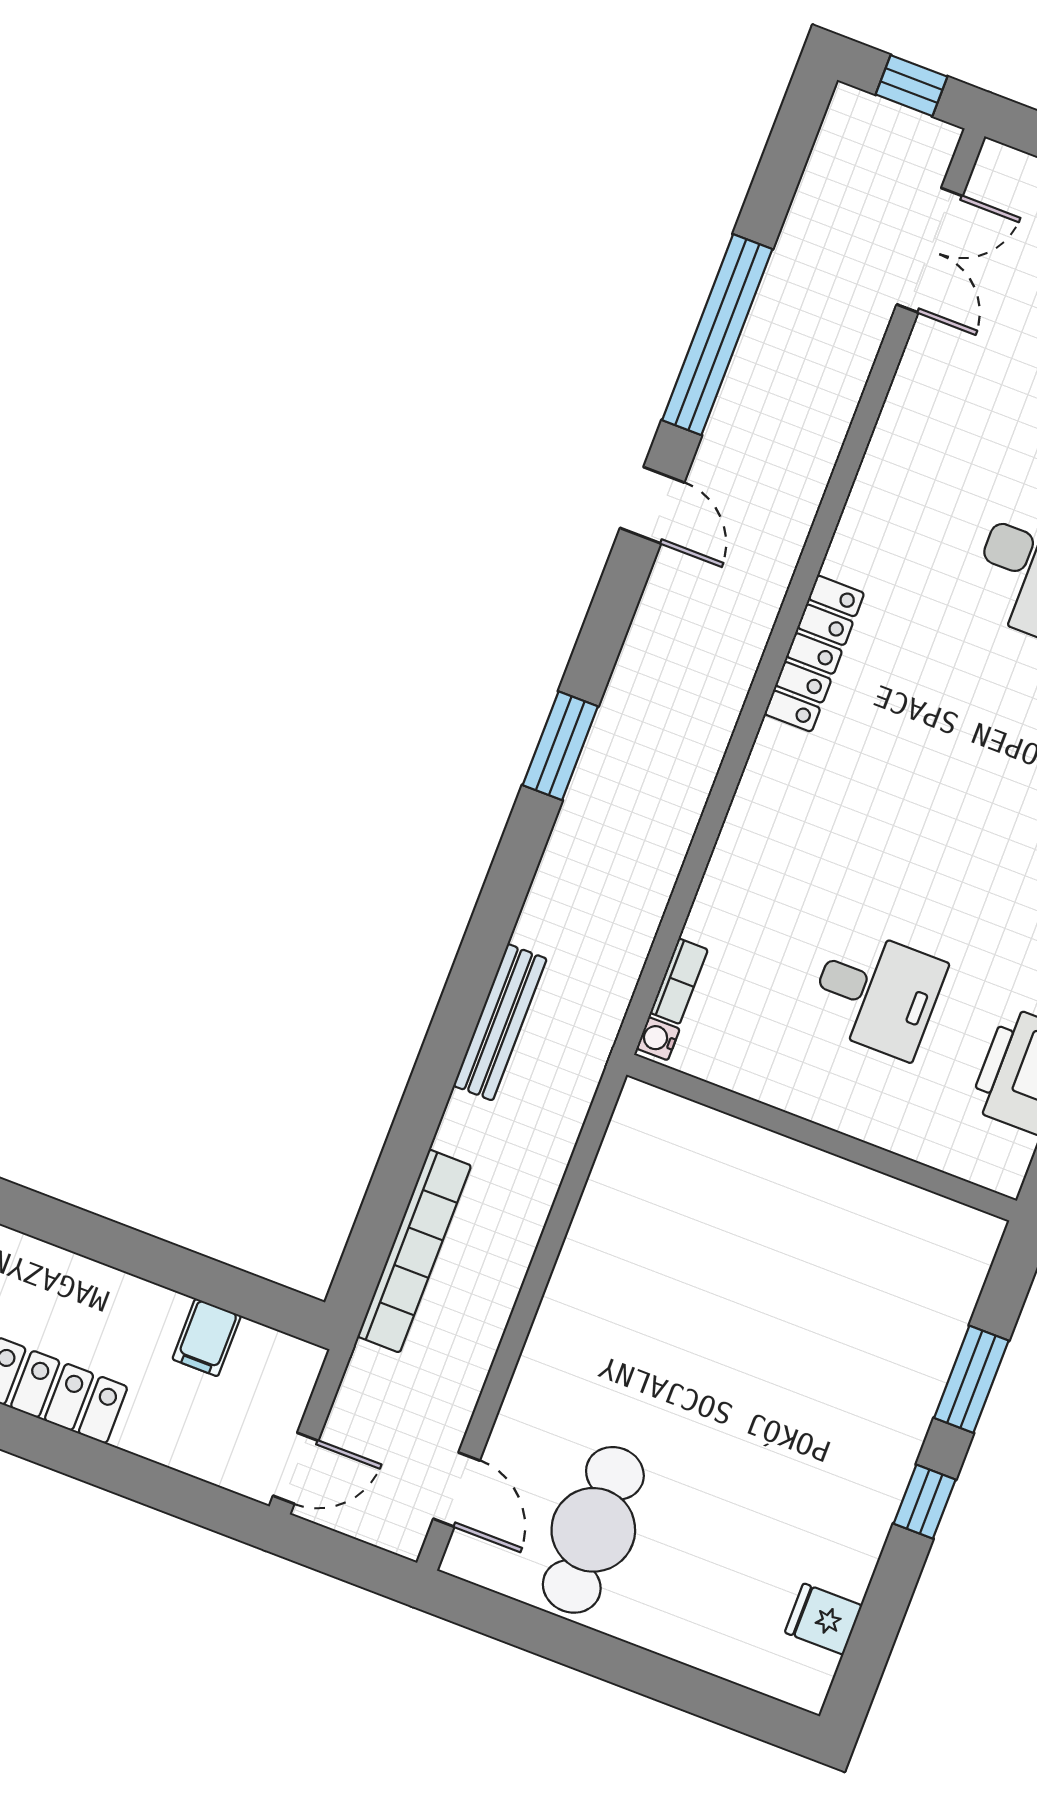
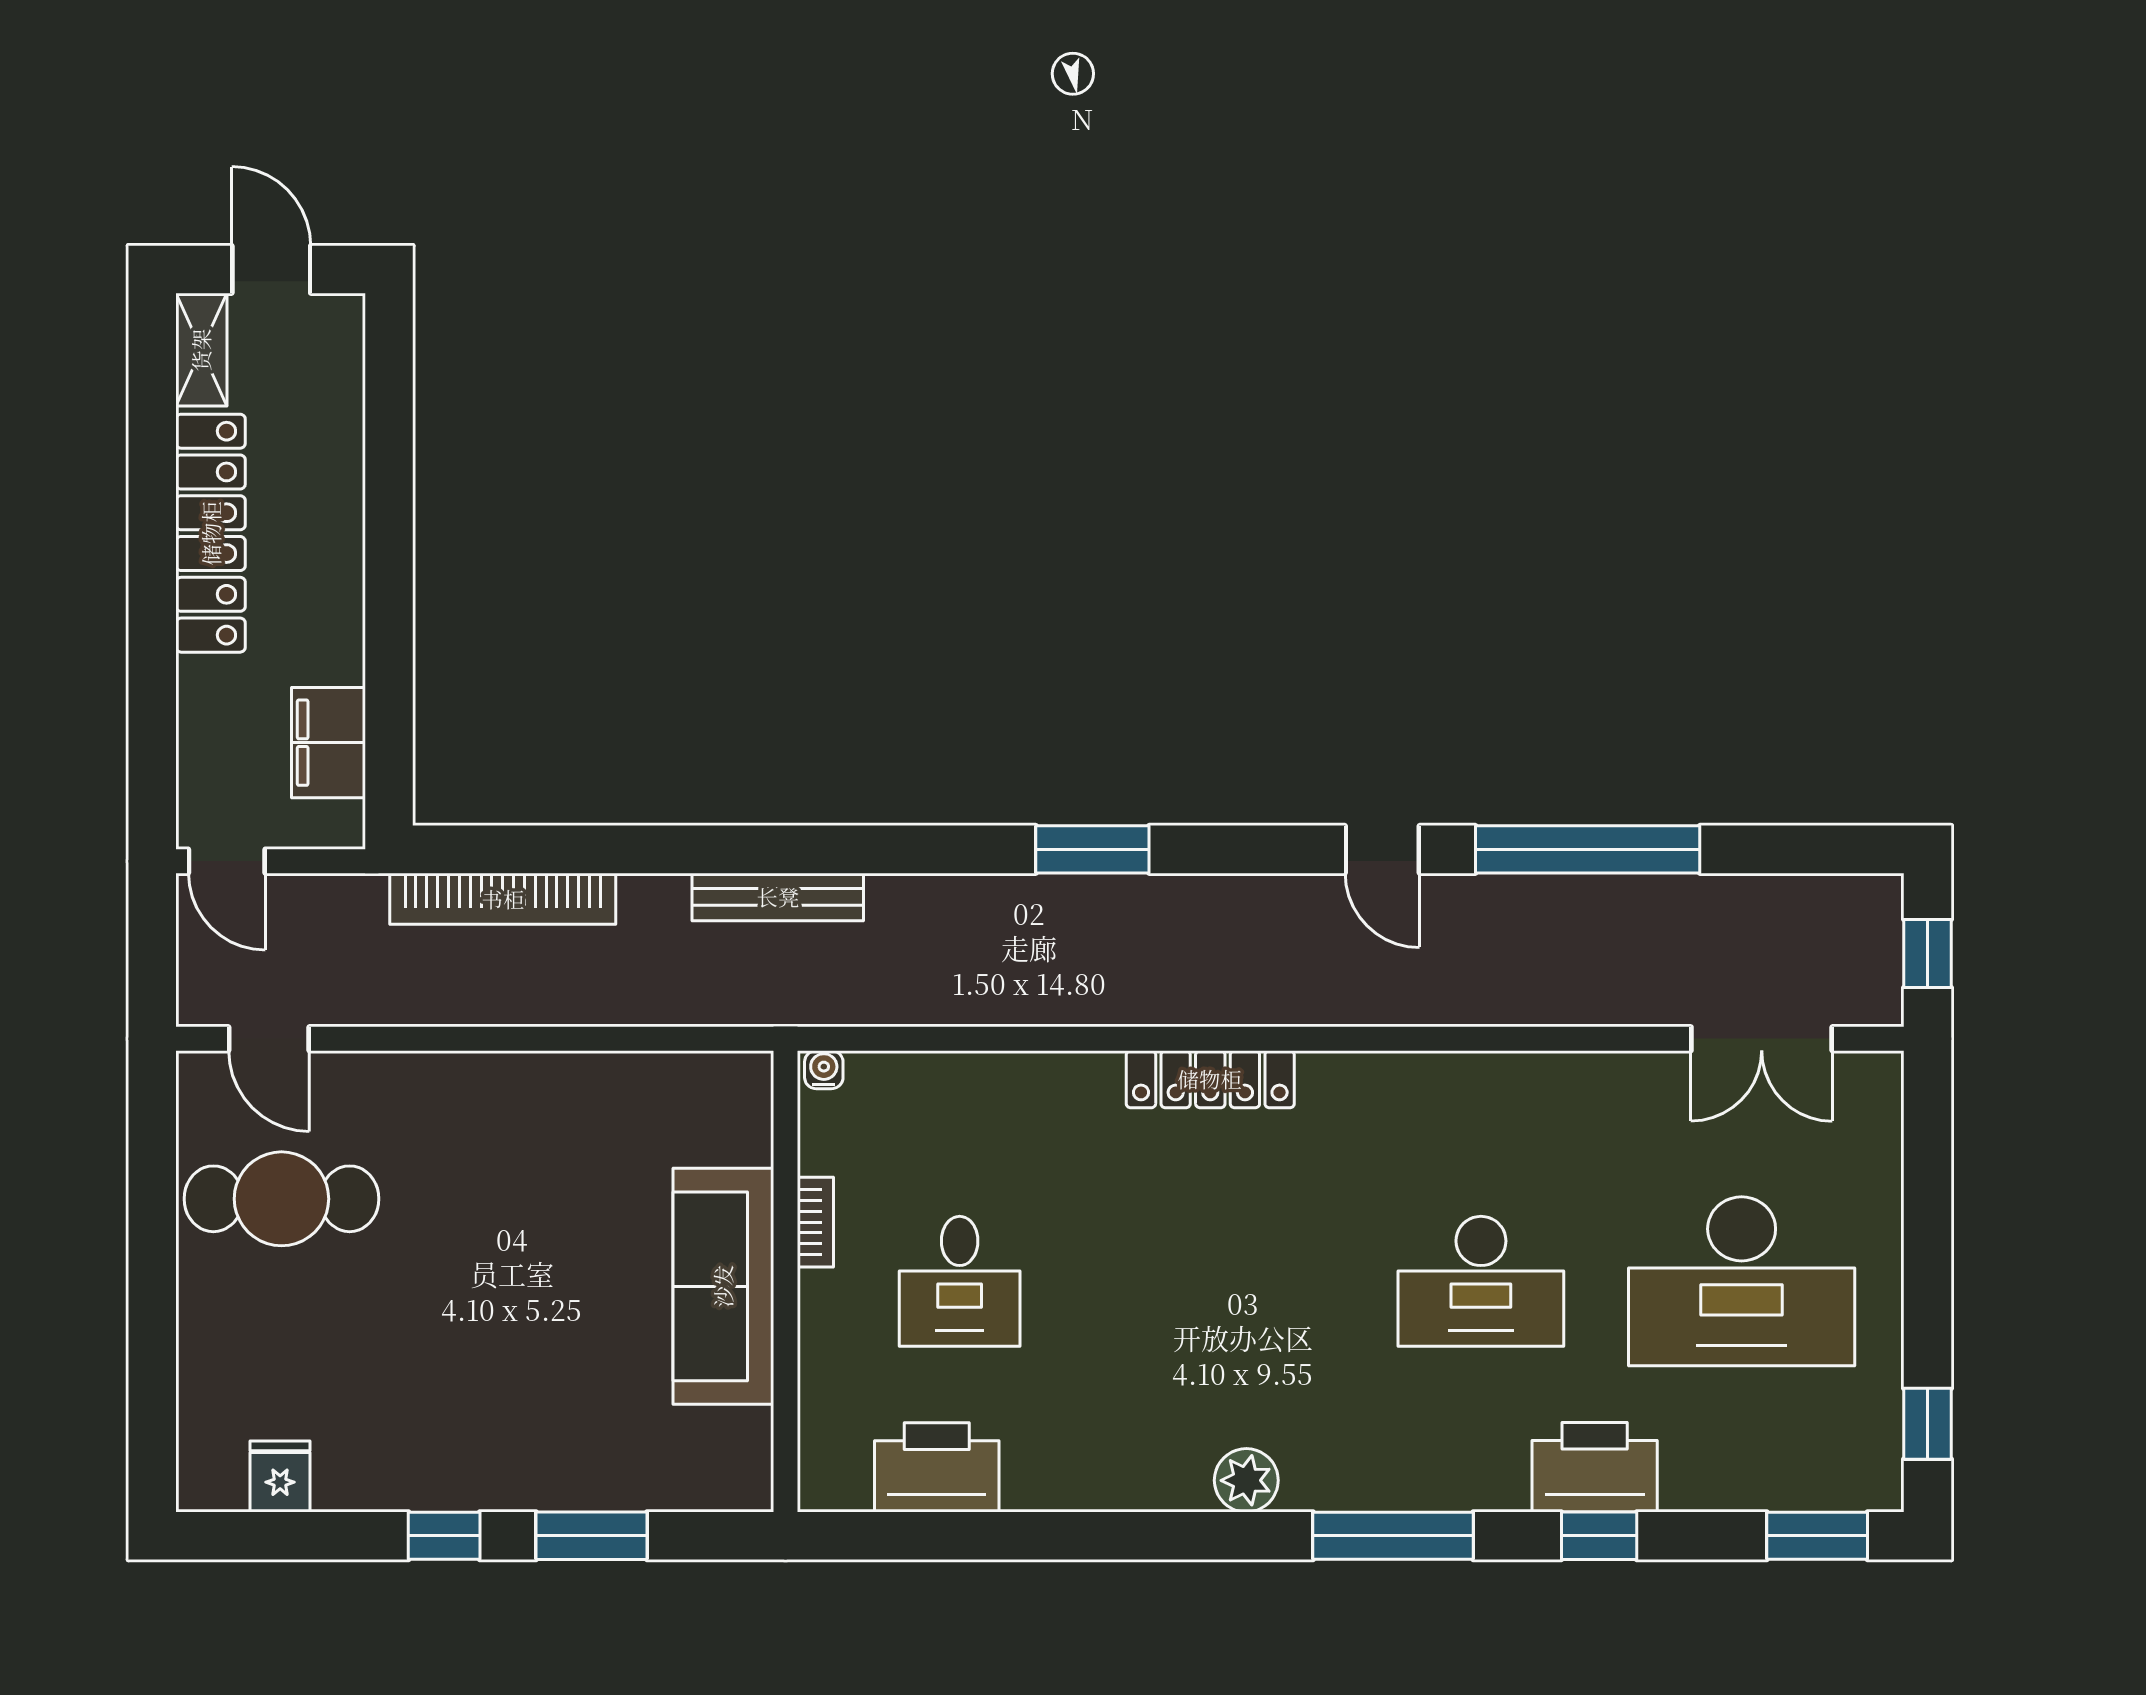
door: (652, 505) -> (1382, 849), hinge flipped
locker: (814, 653) -> (1210, 1079), moved
bookcase: (679, 981) -> (815, 1222), moved, turned -90
sofa: (806, 1191) -> (723, 1286), added
filing cabinet: (207, 1337) -> (328, 743), width x2.00
door: (456, 1490) -> (269, 1039), hinge flipped

